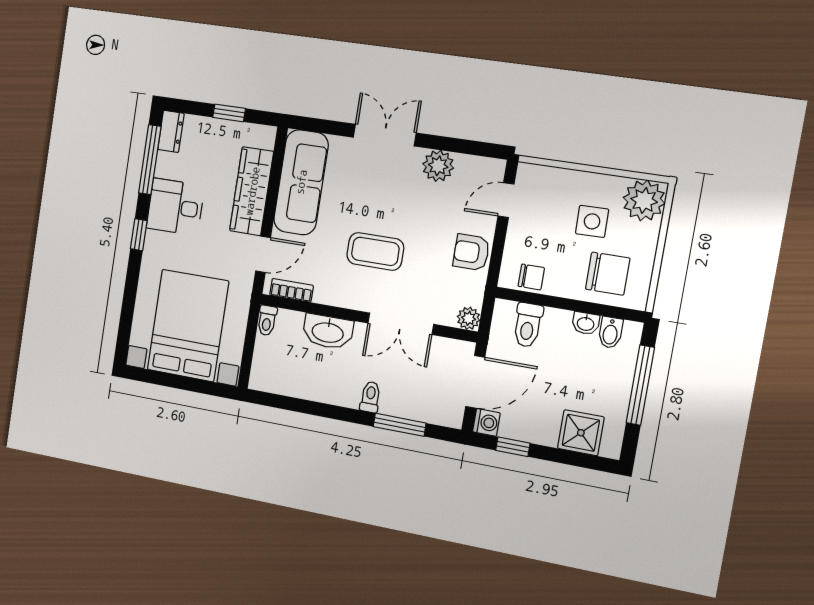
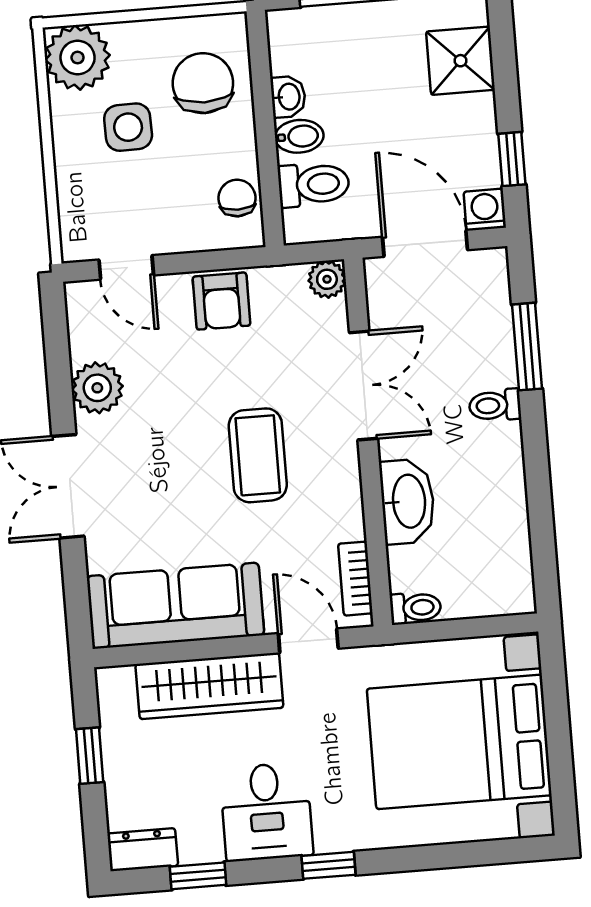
window: (150, 160) -> (198, 876), width x0.46
bidet: (610, 333) -> (299, 136), moved

